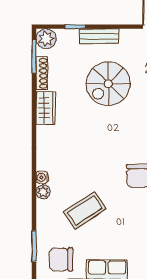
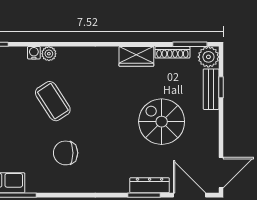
bench: (99, 36) -> (211, 89), moved
water cooler: (42, 177) -> (34, 53), moved
coffee table: (85, 210) -> (53, 101), moved

